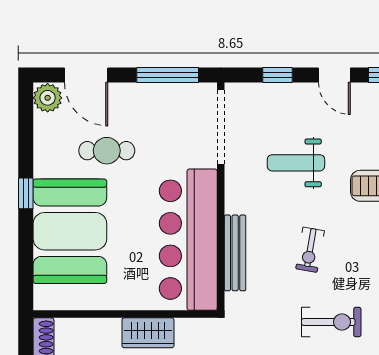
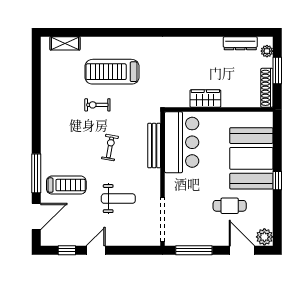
window: (278, 75) -> (129, 250), removed
door: (334, 75) -> (96, 250), hinge flipped
bar counter: (188, 240) -> (182, 142), width x0.73
exercise bike: (331, 322) -> (97, 105), width x0.73, depth x0.72

